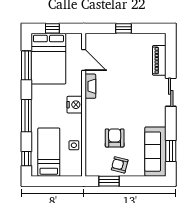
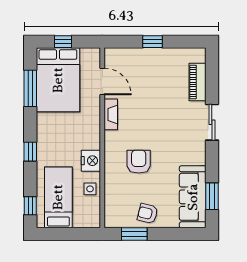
nightstand: (75, 105) -> (91, 161), moved
window: (26, 116) -> (30, 152), width x0.46
armchair: (115, 138) -> (139, 162), moved

